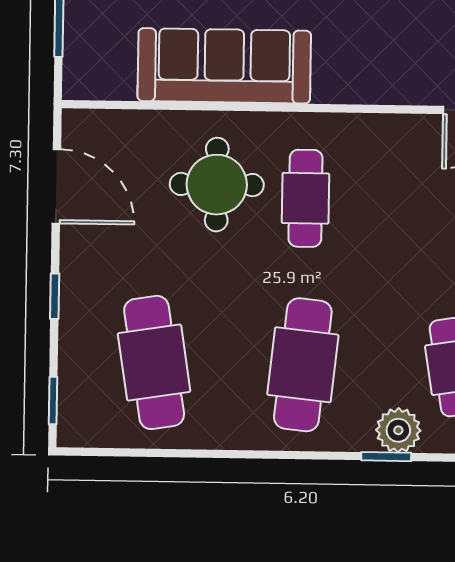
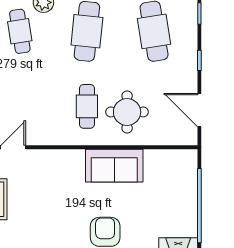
sofa: (224, 66) -> (114, 166), width x0.73

